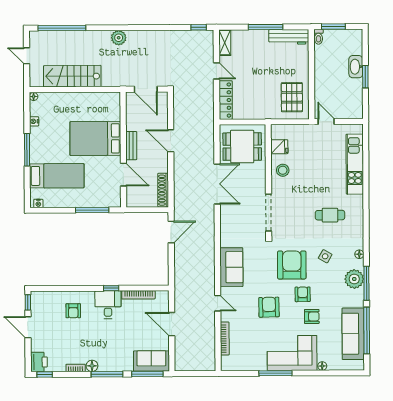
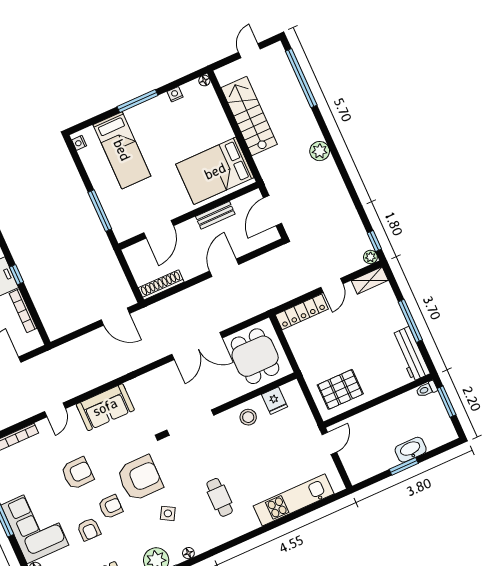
plant: (209, 35) -> (370, 257), added
bed: (95, 138) -> (215, 171), moved, turned -90
bench: (131, 146) -> (215, 215), moved

